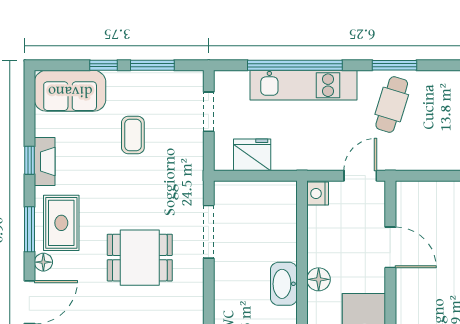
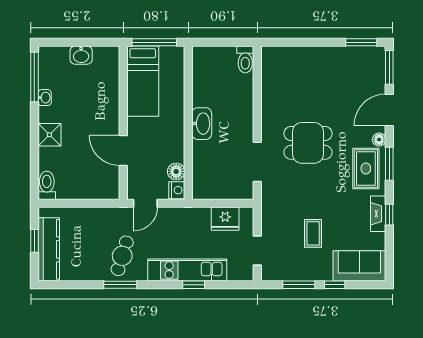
window: (295, 65) -> (194, 285), width x0.32
floor lamp: (319, 279) -> (176, 171), moved

